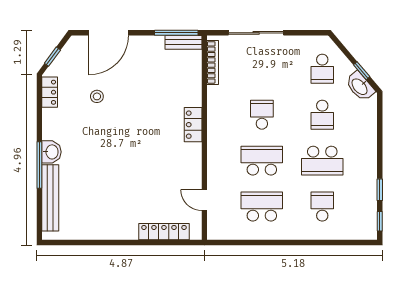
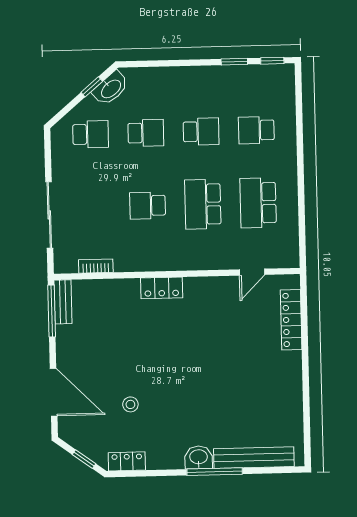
bookcase: (213, 62) -> (96, 266), width x0.64
school desk: (322, 161) -> (201, 132), width x0.54

